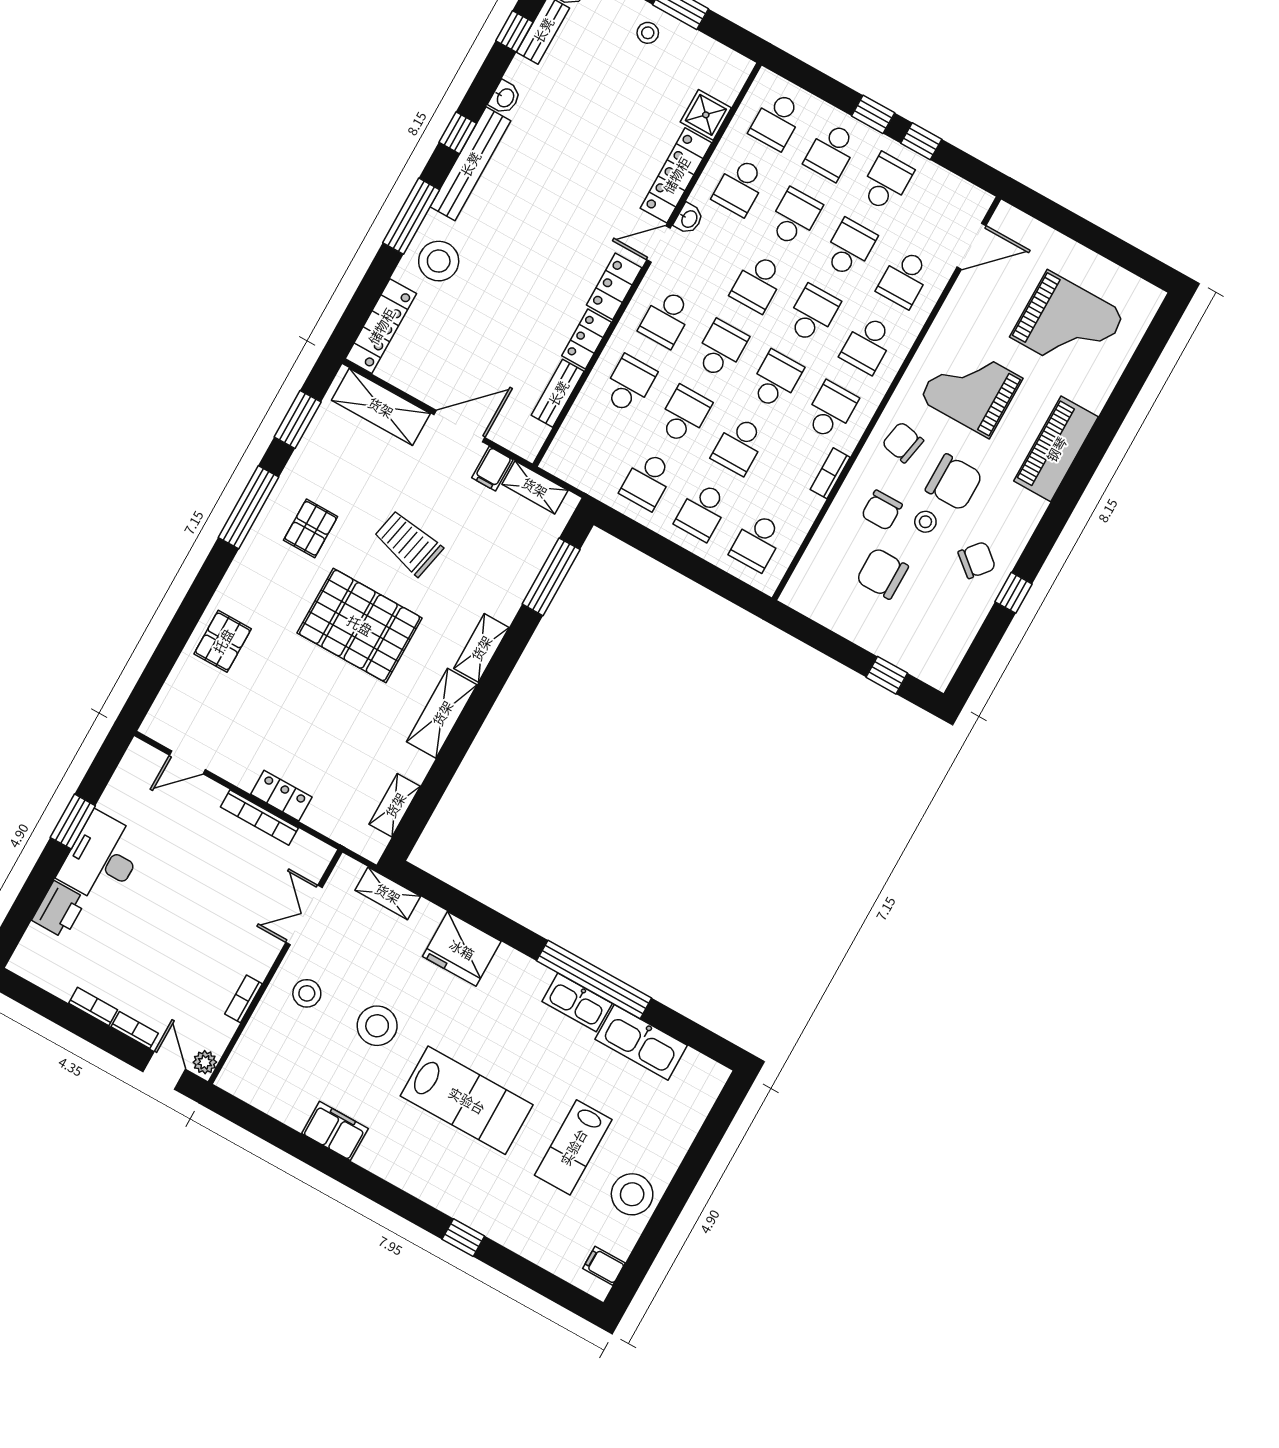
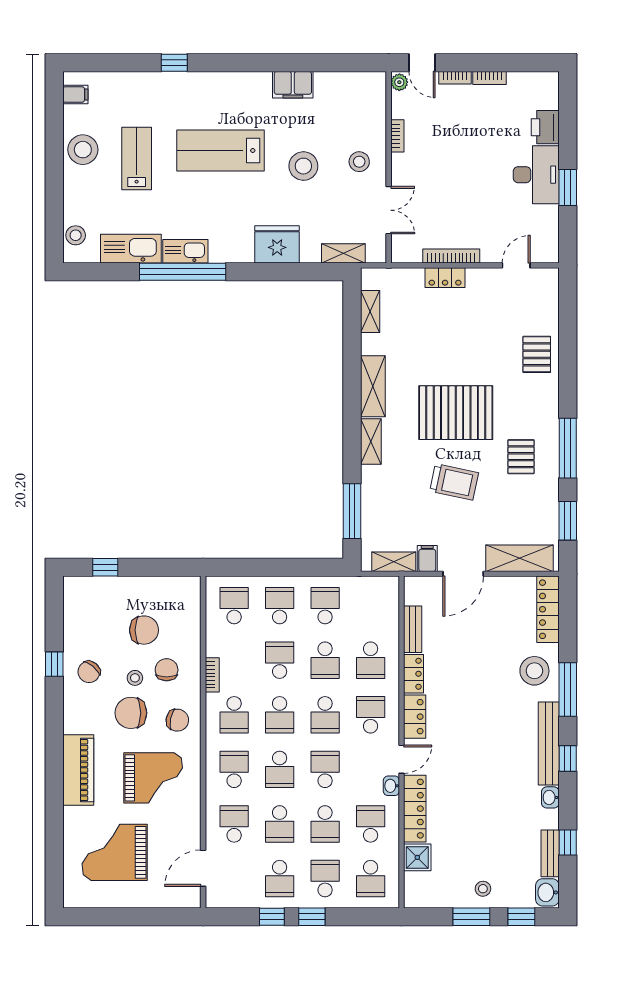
school desk: (776, 121) -> (371, 879), turned 180
stool: (699, 1096) -> (76, 235), added

